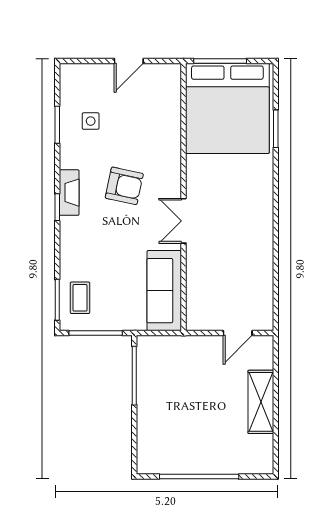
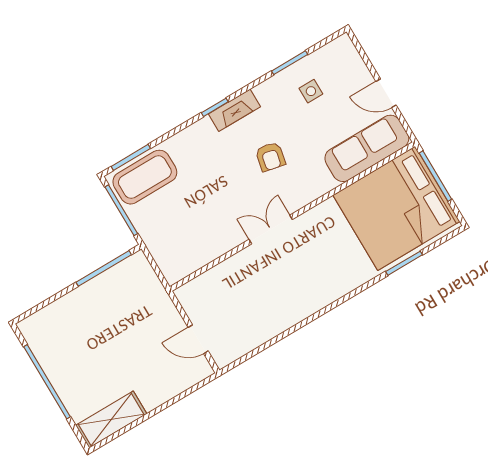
armchair: (124, 186) -> (270, 157), width x0.72, depth x0.72
sofa: (164, 291) -> (367, 148), moved
coffee table: (80, 298) -> (145, 177), width x1.86, depth x1.72
shelving: (261, 402) -> (111, 420), moved

